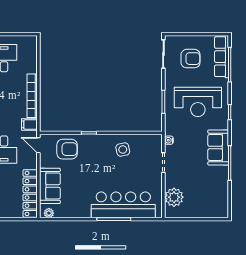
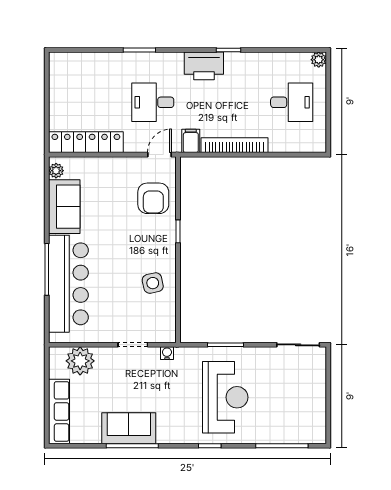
row of seats: (222, 57) -> (59, 411), moved, turned 90
armchair: (191, 59) -> (291, 386), removed
reception desk: (198, 102) -> (225, 397), turned 180
sofa: (218, 147) -> (129, 428), moved
sofa: (50, 186) -> (64, 207), moved, turned -90

